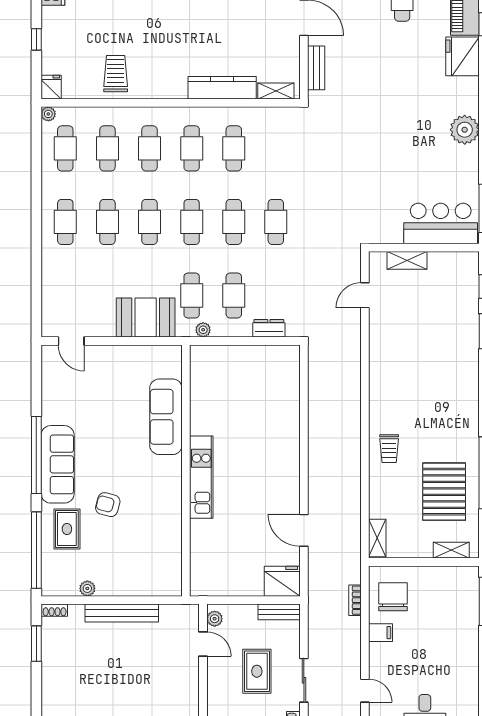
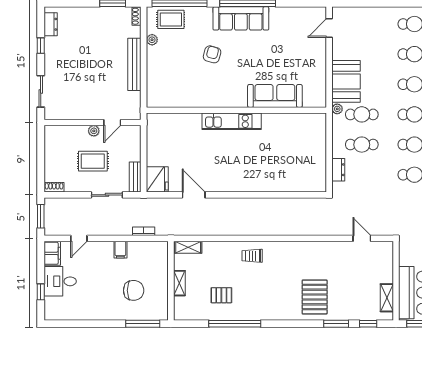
shelving: (407, 260) -> (387, 298), moved
plant: (203, 330) -> (337, 109), moved
pallet: (447, 361) -> (315, 297), added
pallet: (444, 492) -> (221, 295), width x0.49, depth x0.50
rug: (67, 529) -> (171, 19), moved
door: (304, 530) -> (194, 195), hinge flipped
shelving: (451, 550) -> (179, 283), moved
chair: (393, 597) -> (134, 290), moved
plant: (215, 619) -> (94, 131), moved
sliding door: (304, 680) -> (107, 195), moved

